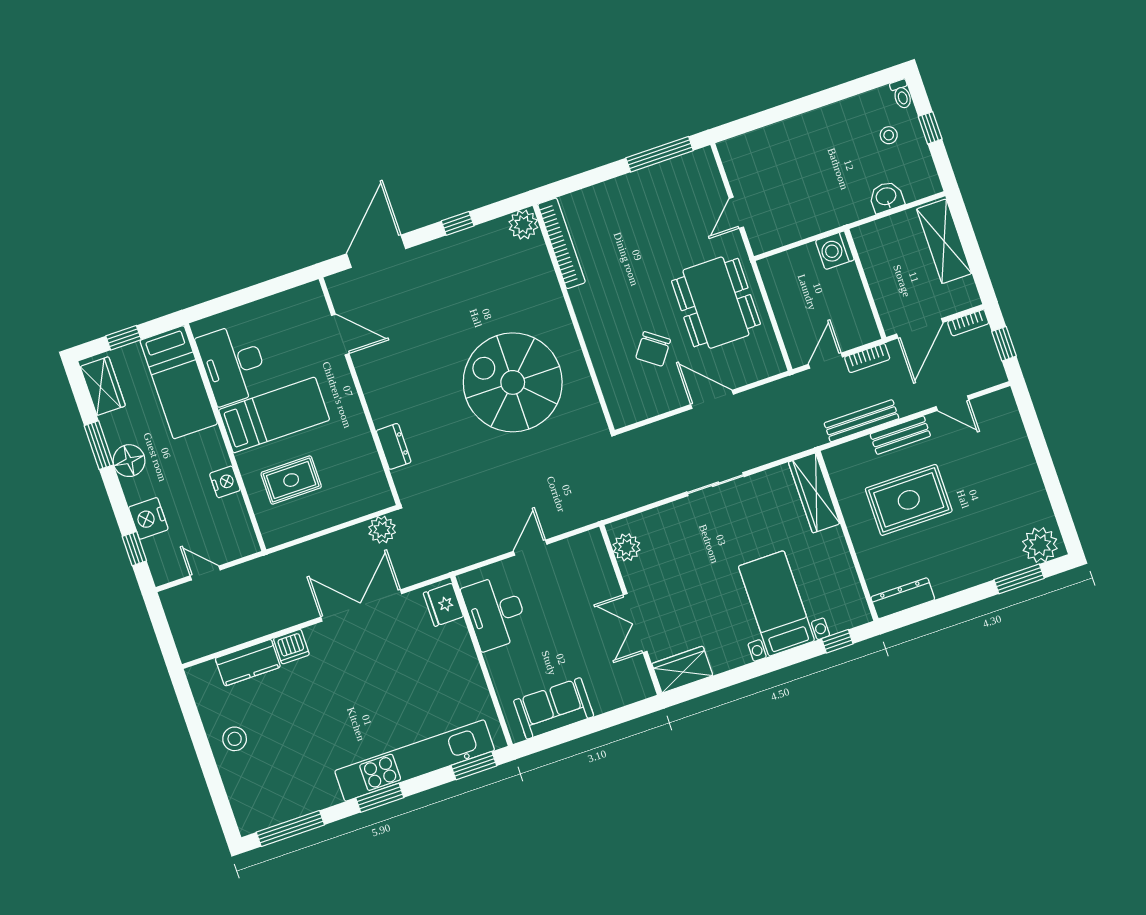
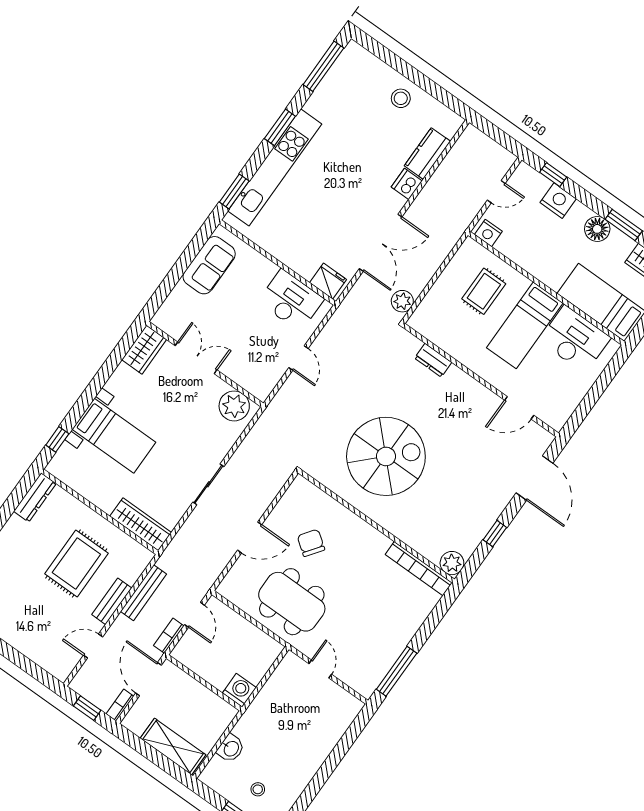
nightstand: (225, 482) -> (488, 233), moved
plant: (627, 547) -> (234, 406), width x1.36, depth x1.36

